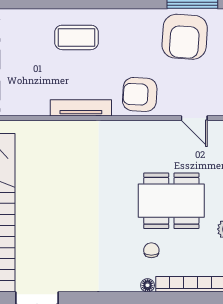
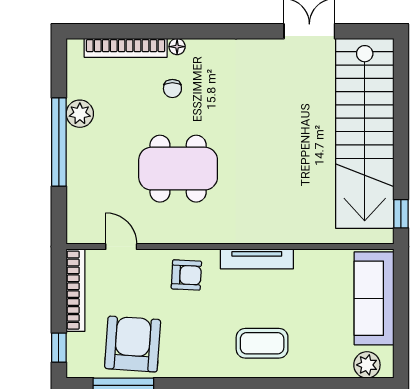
armchair: (140, 94) -> (186, 275), width x0.72, depth x0.72
dining table: (171, 201) -> (178, 169), moved

